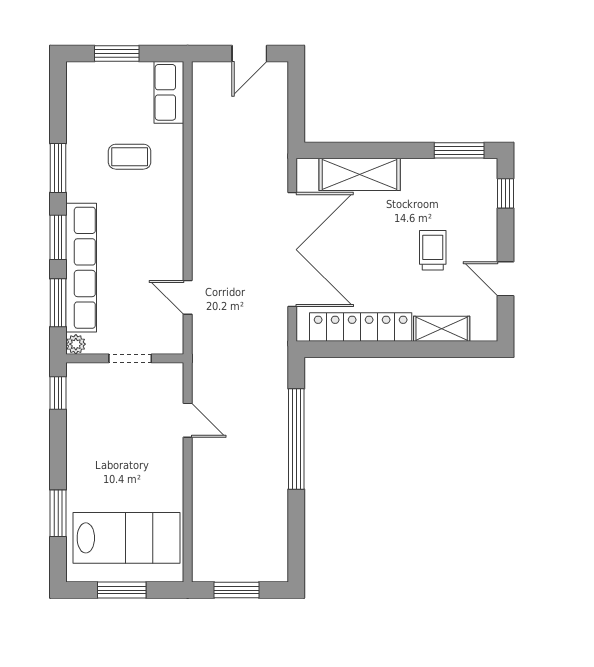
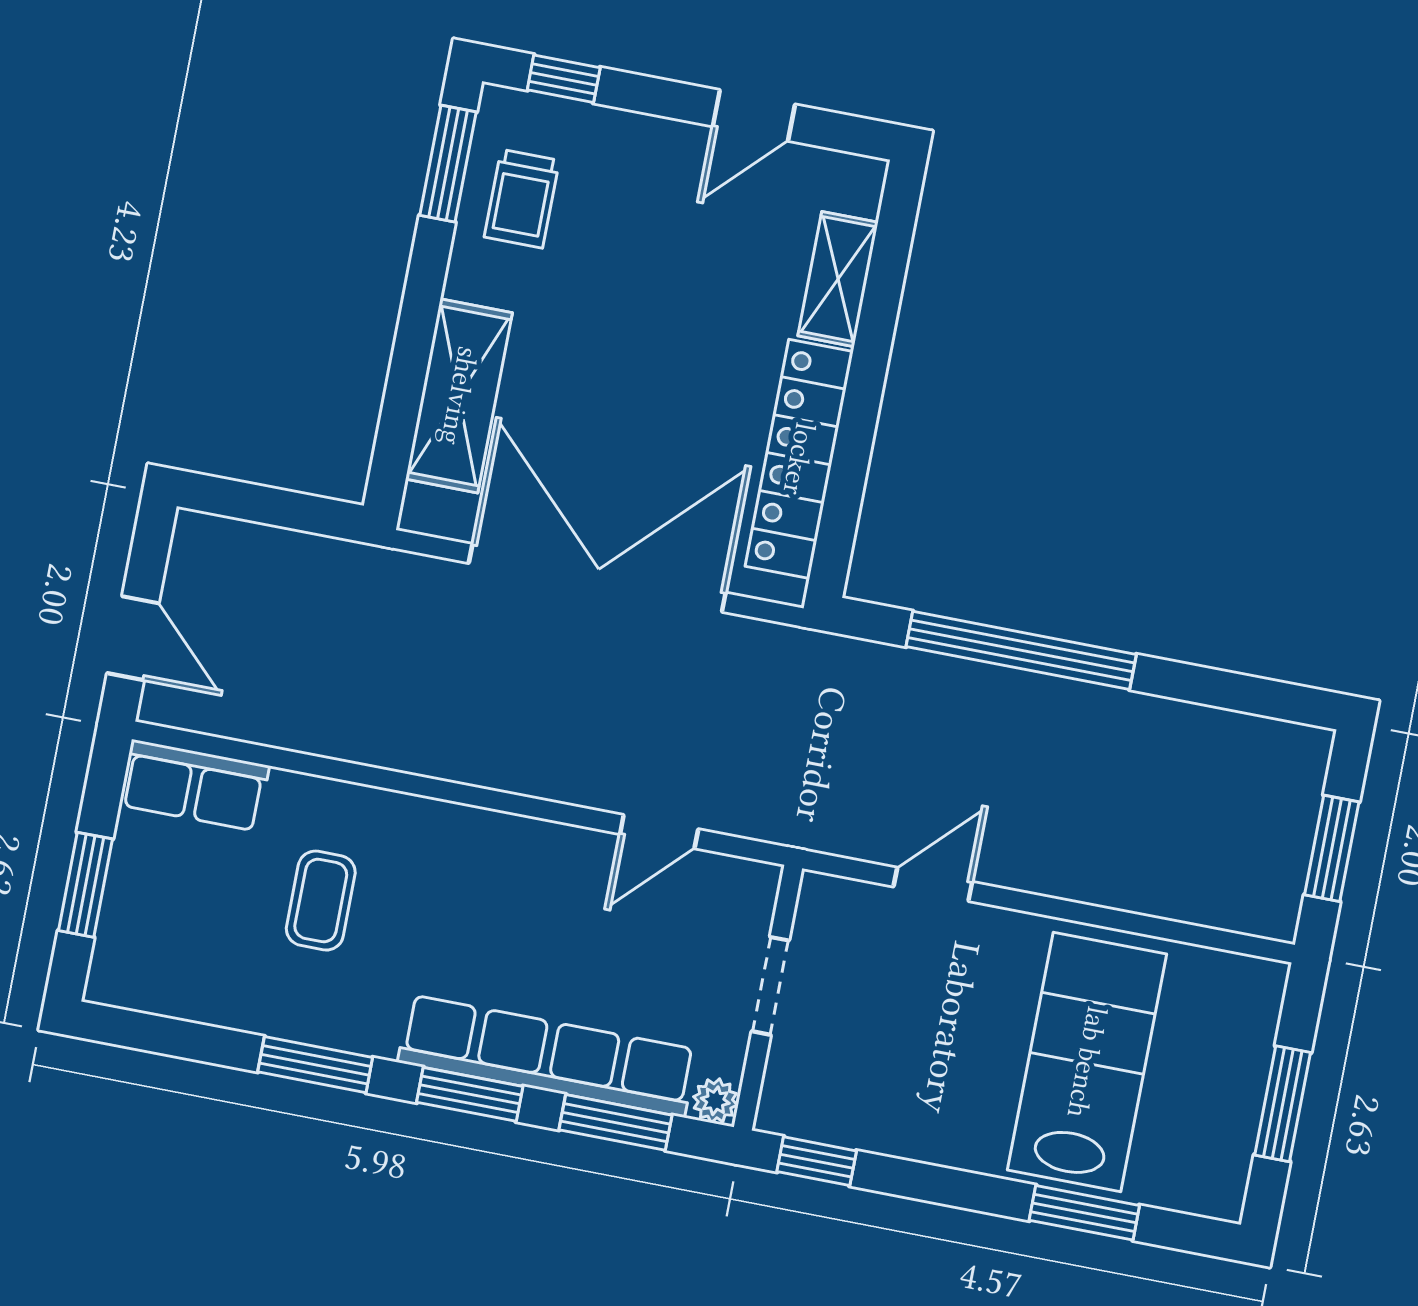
door: (249, 54) -> (133, 638), moved
trolley: (433, 250) -> (522, 199), moved, turned -90
lab bench: (126, 538) -> (1087, 1062), moved

